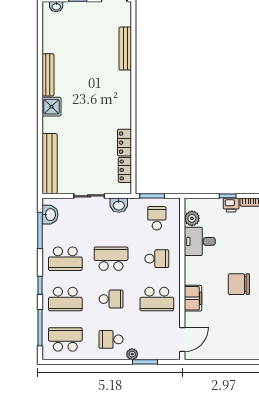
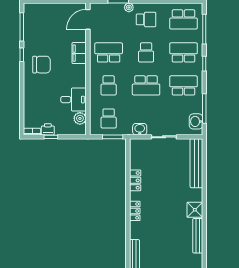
locker: (125, 170) -> (135, 211), moved
school desk: (157, 259) -> (109, 85), turned -90
school desk: (111, 299) -> (146, 52), turned -90

